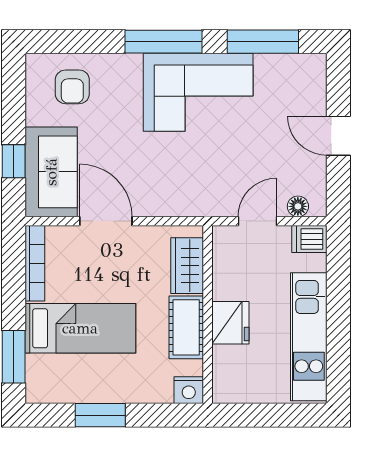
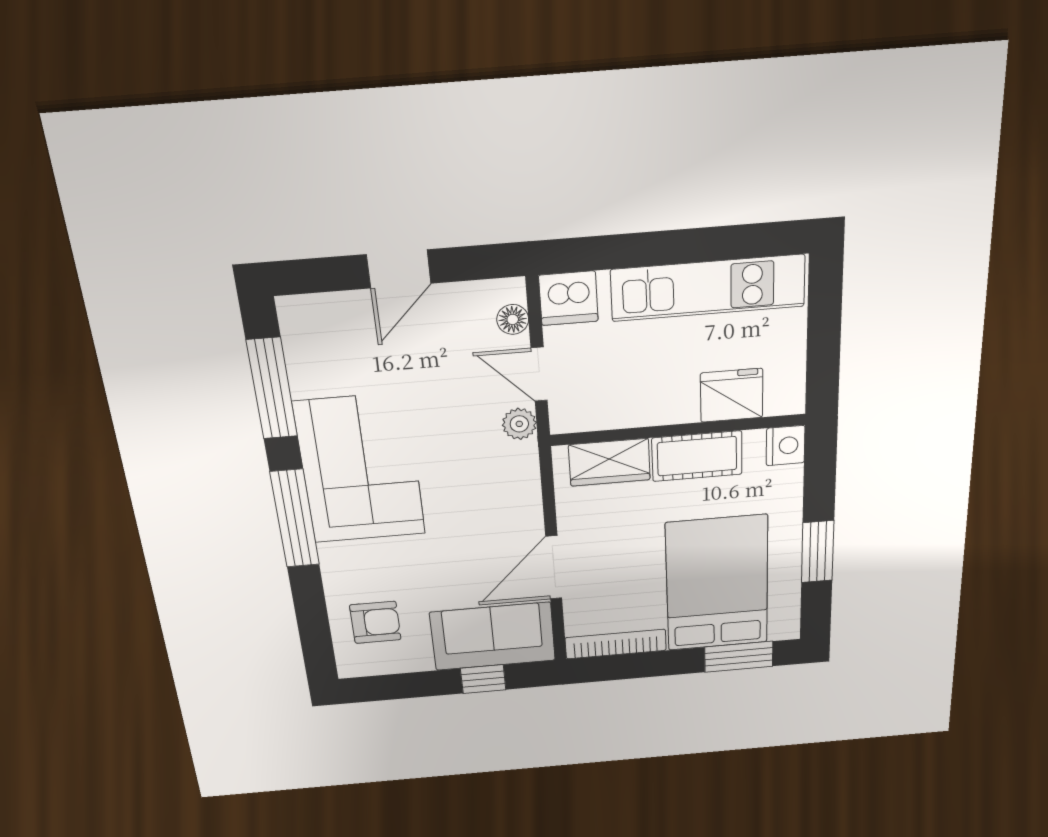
plant: (222, 205) -> (519, 424), added
dishwasher: (309, 239) -> (568, 298), width x1.38
fridge: (230, 323) -> (732, 395), moved
bed: (80, 328) -> (717, 584), width x1.50

